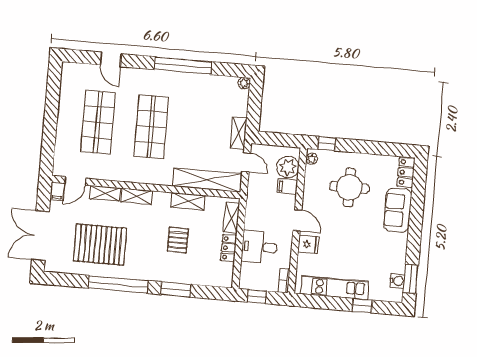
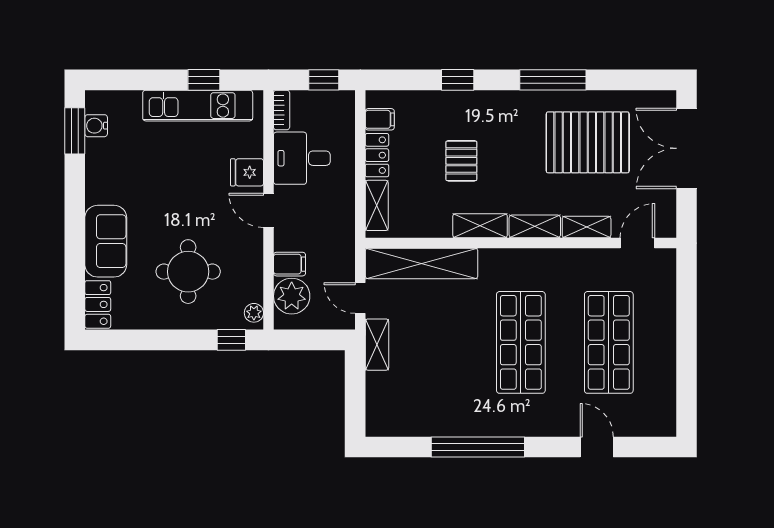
plant: (244, 83) -> (375, 427), removed
filing cabinet: (57, 191) -> (380, 119), moved, turned 90
shelving: (188, 201) -> (480, 226), moved
double door: (40, 236) -> (687, 148), swing flipped
desk: (259, 247) -> (302, 158), moved, turned 180
window: (118, 284) -> (553, 80), width x0.68
window: (176, 289) -> (458, 80), width x0.67
window: (362, 306) -> (204, 80), moved

